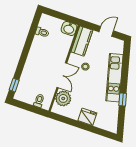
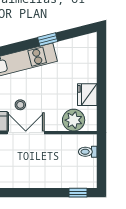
double door: (62, 75) -> (26, 133), moved
fridge: (87, 117) -> (87, 95), moved

